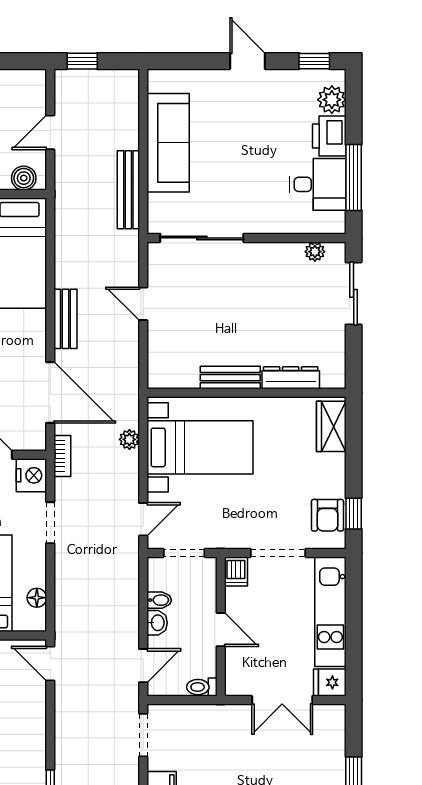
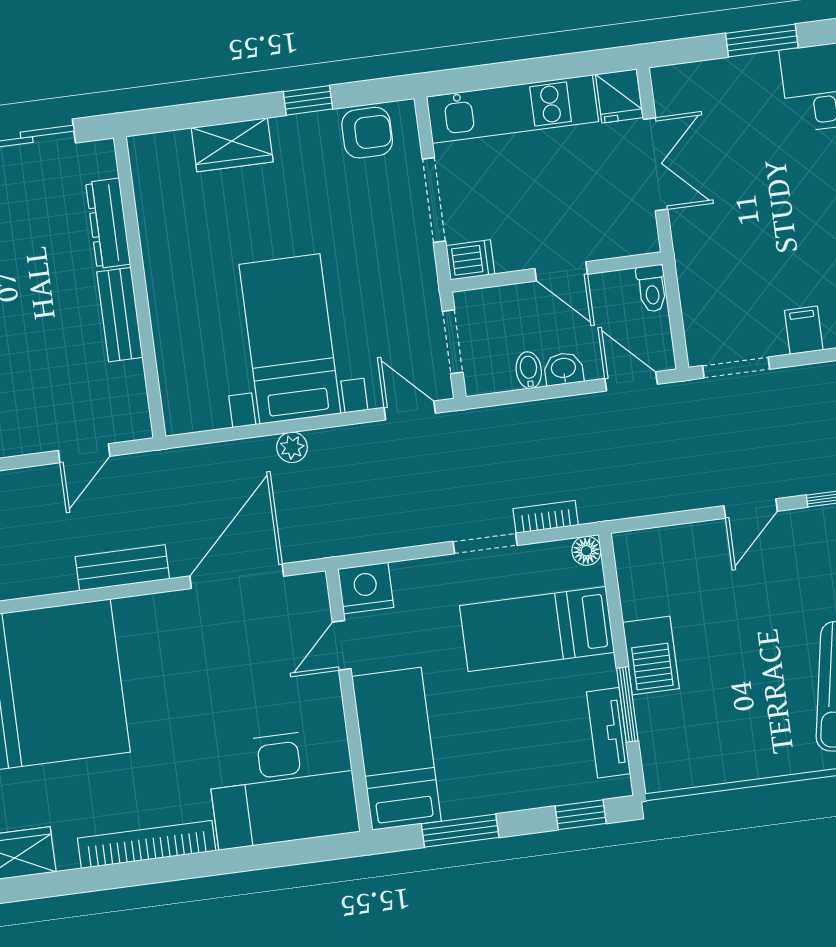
bench: (230, 378) -> (120, 315), moved
dresser: (291, 378) -> (108, 223), moved
wall: (246, 393) -> (140, 287), moved
bookcase: (62, 456) -> (546, 517), moved
window: (354, 514) -> (308, 100), moved
doorway: (50, 523) -> (485, 543), moved
floor lamp: (37, 598) -> (586, 551), moved
door: (221, 630) -> (561, 271), swing flipped
door: (50, 664) -> (751, 508), moved

